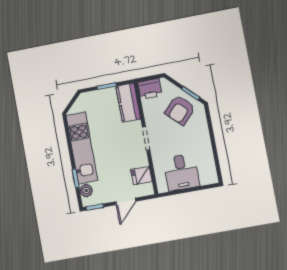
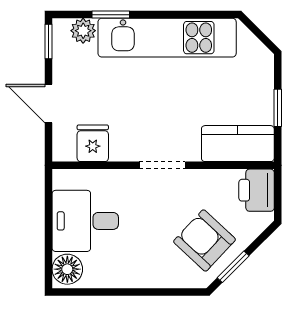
floor lamp: (208, 177) -> (67, 269), added

